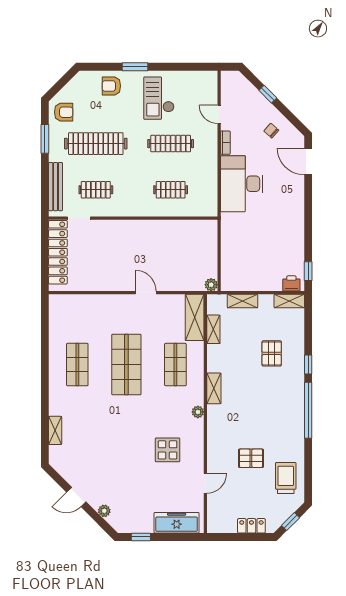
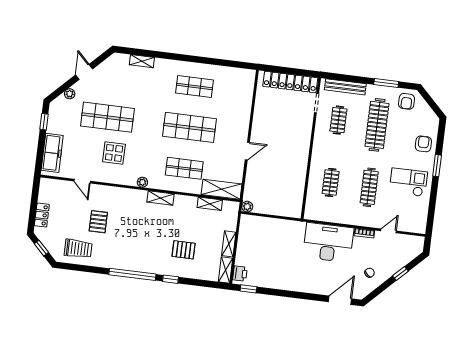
shelving: (242, 301) -> (229, 244), moved
shop shelf: (126, 463) -> (107, 117), added

